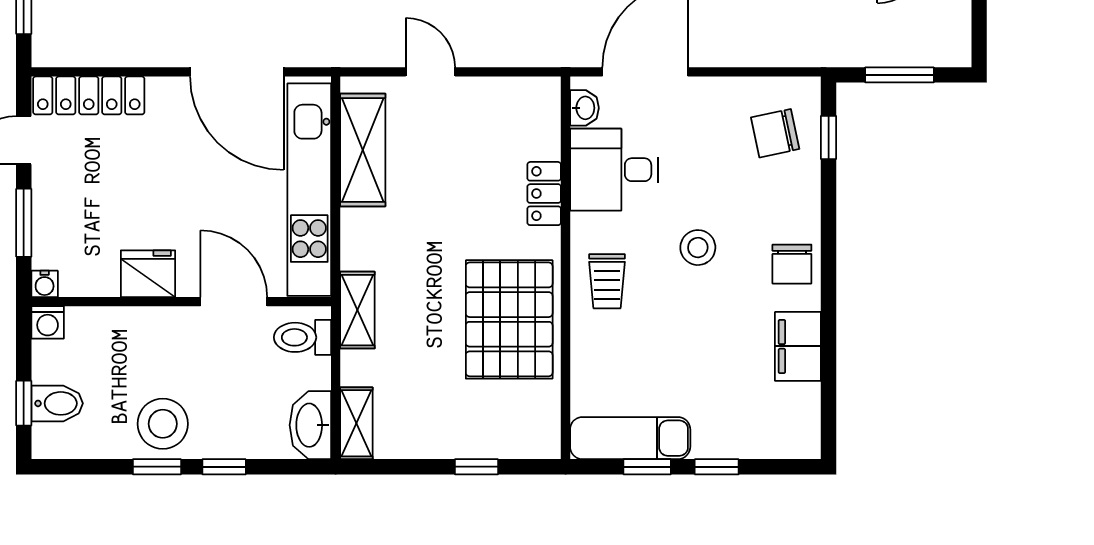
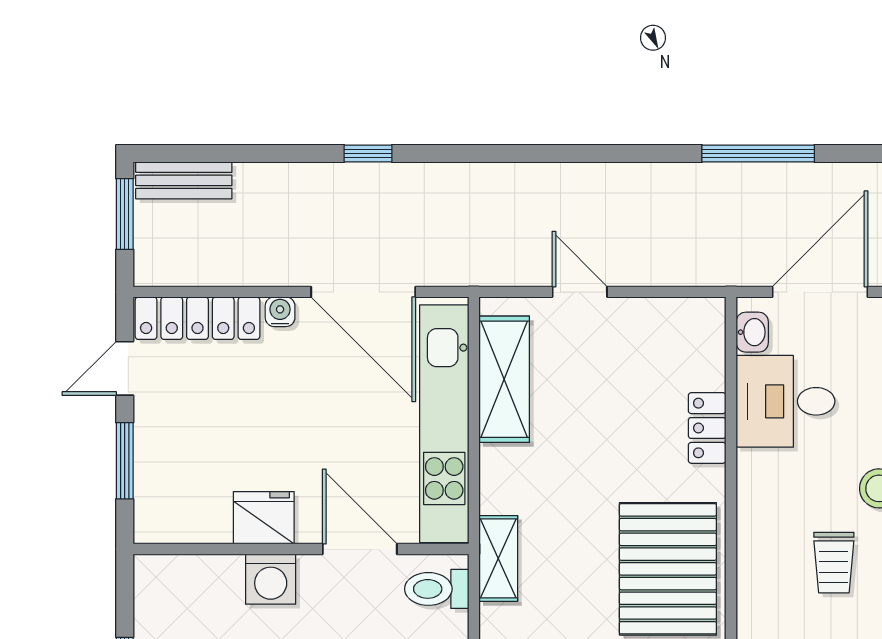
trolley: (607, 281) -> (834, 563), moved
water cooler: (45, 284) -> (280, 312), moved, turned 180
washing machine: (48, 322) -> (271, 579), moved, width x1.38, depth x1.38

